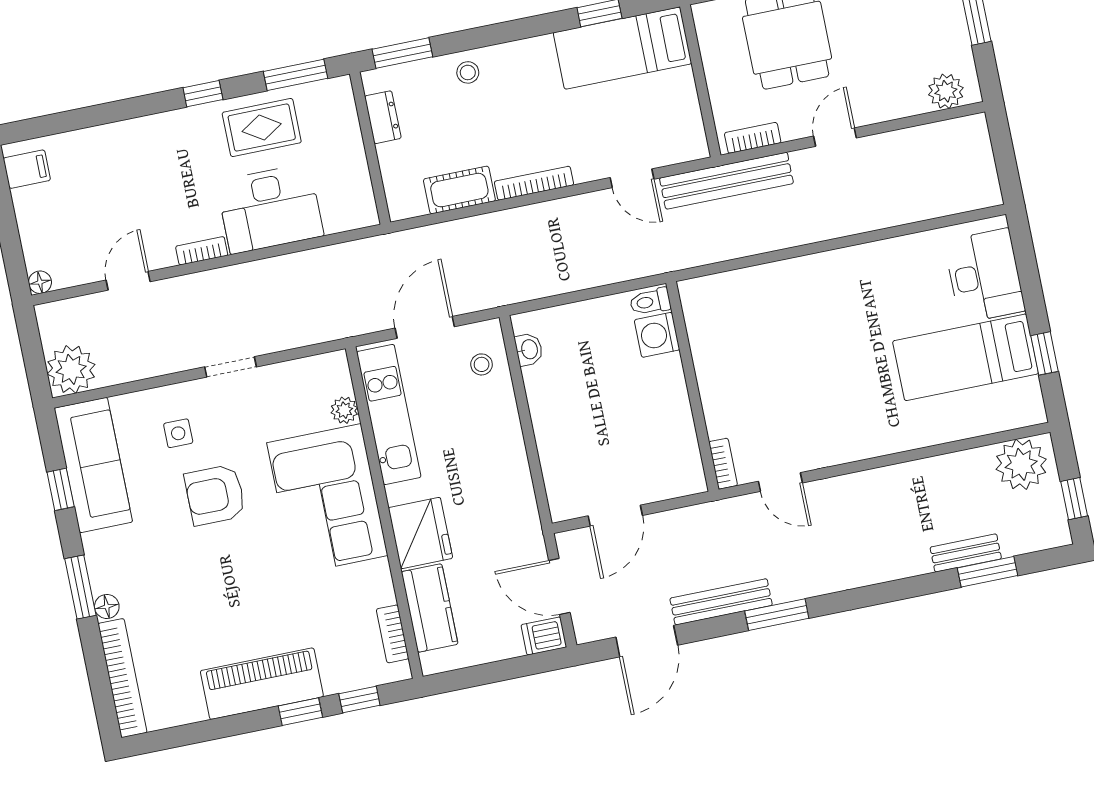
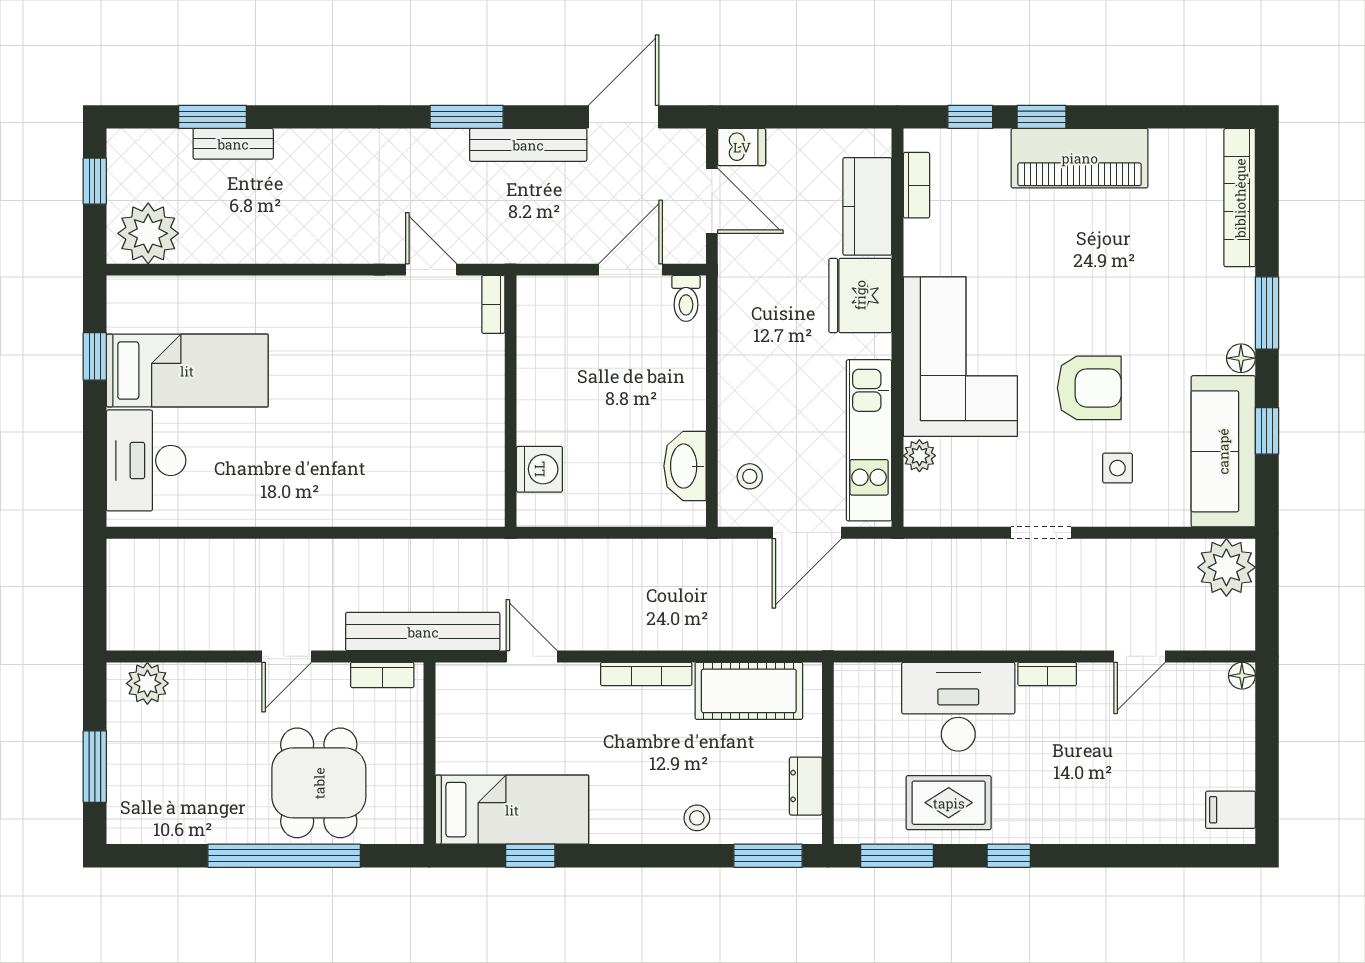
cot: (459, 190) -> (749, 691), width x1.37, depth x1.34
toilet: (650, 302) -> (686, 298), moved, turned 90
washbasin: (529, 349) -> (685, 466), width x1.91, depth x1.45
floor lamp: (107, 607) -> (1241, 358), moved

